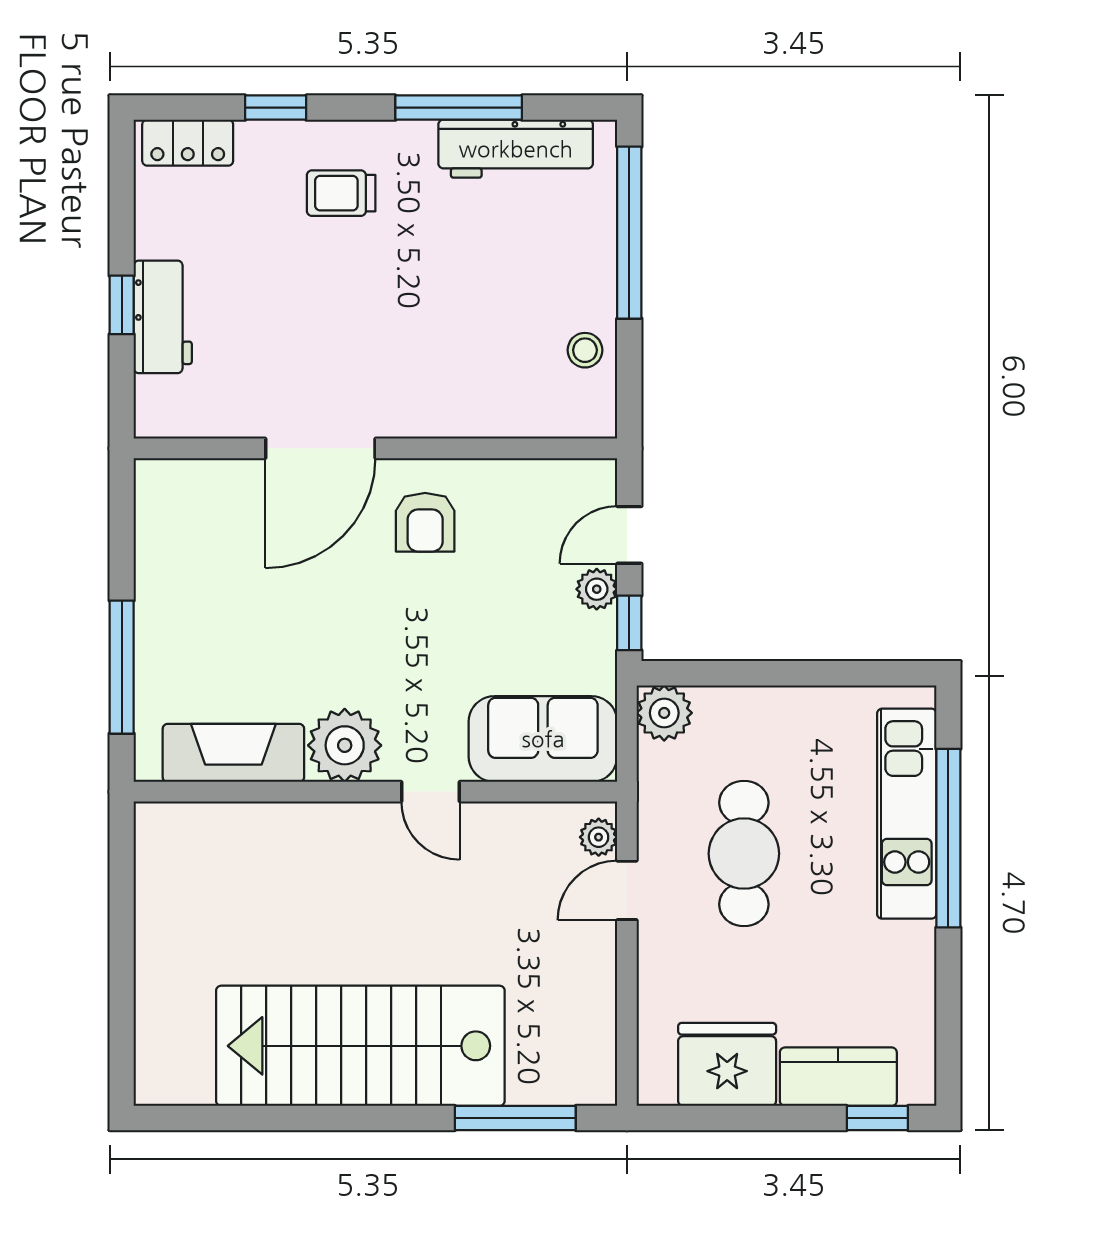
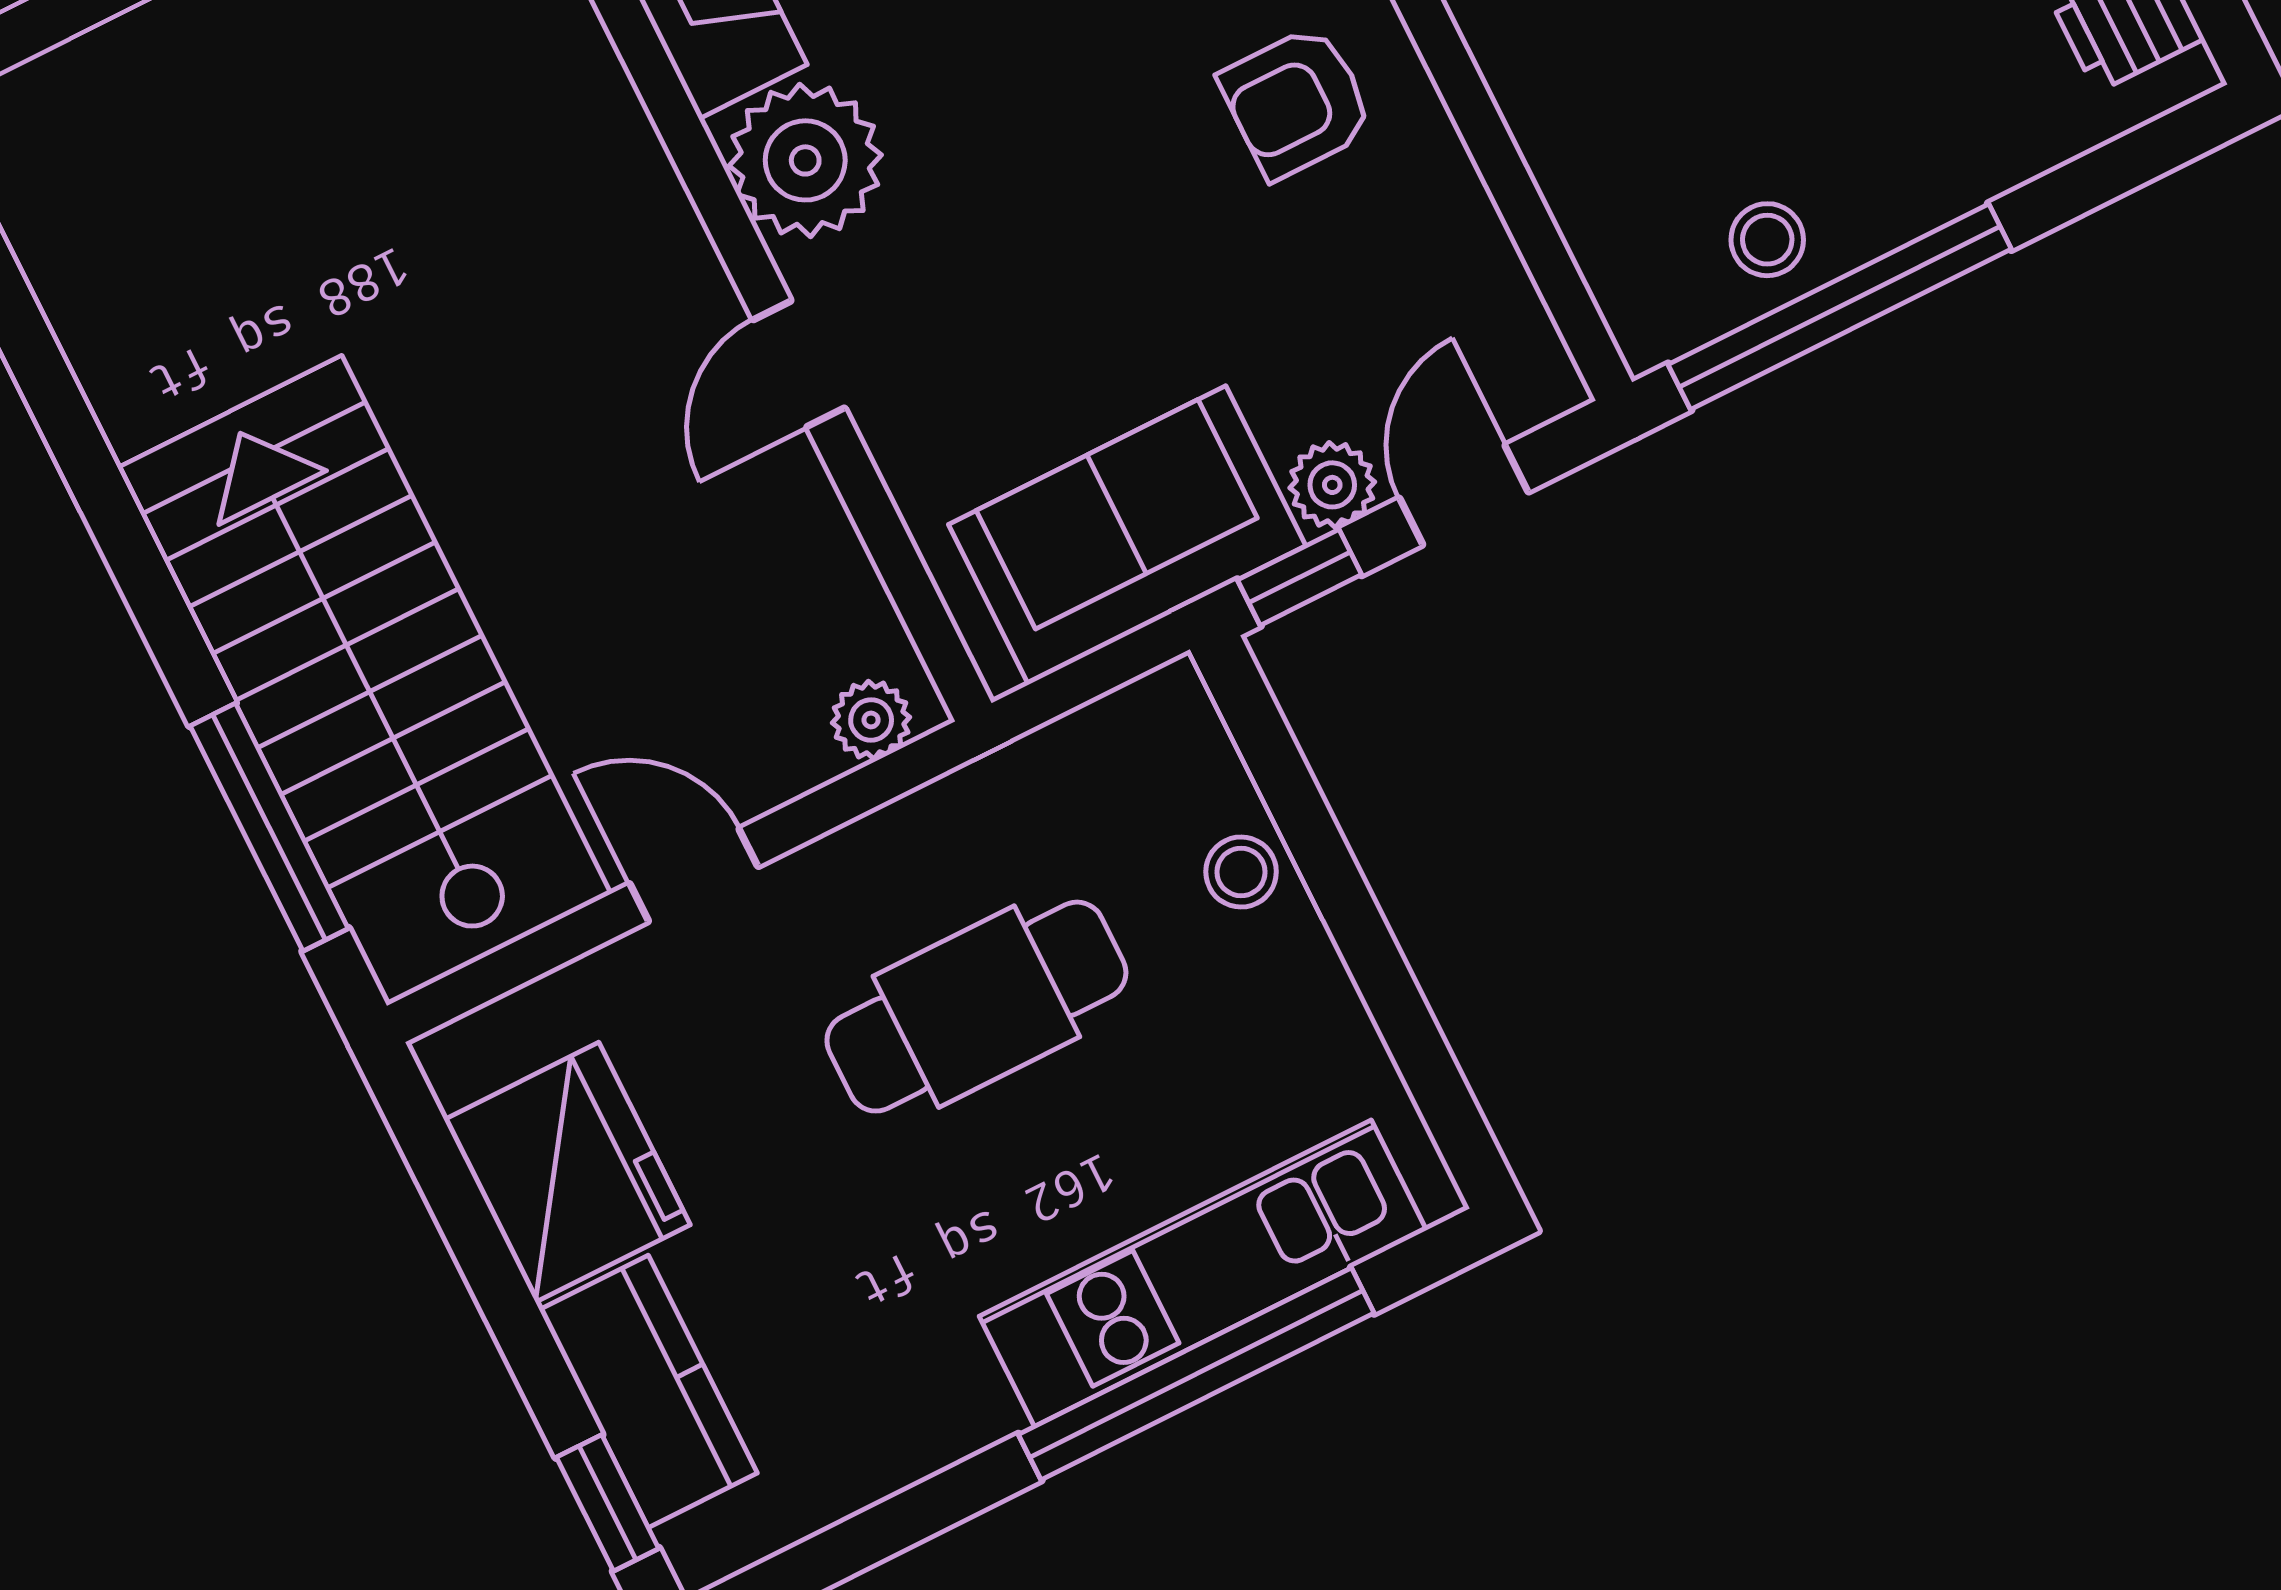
window: (629, 233) -> (1840, 307), moved
door: (629, 535) -> (1464, 495), hinge flipped
stool: (743, 711) -> (1241, 872), added
plant: (664, 713) -> (1164, 727), removed
sofa: (543, 739) -> (1127, 535), moved, turned -90
door: (627, 890) -> (694, 875), moved
stairs: (360, 1046) -> (364, 681), moved

